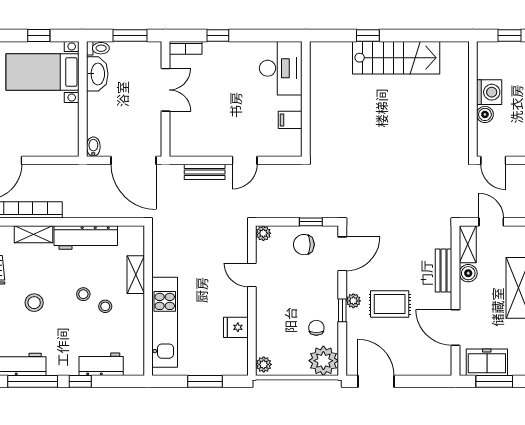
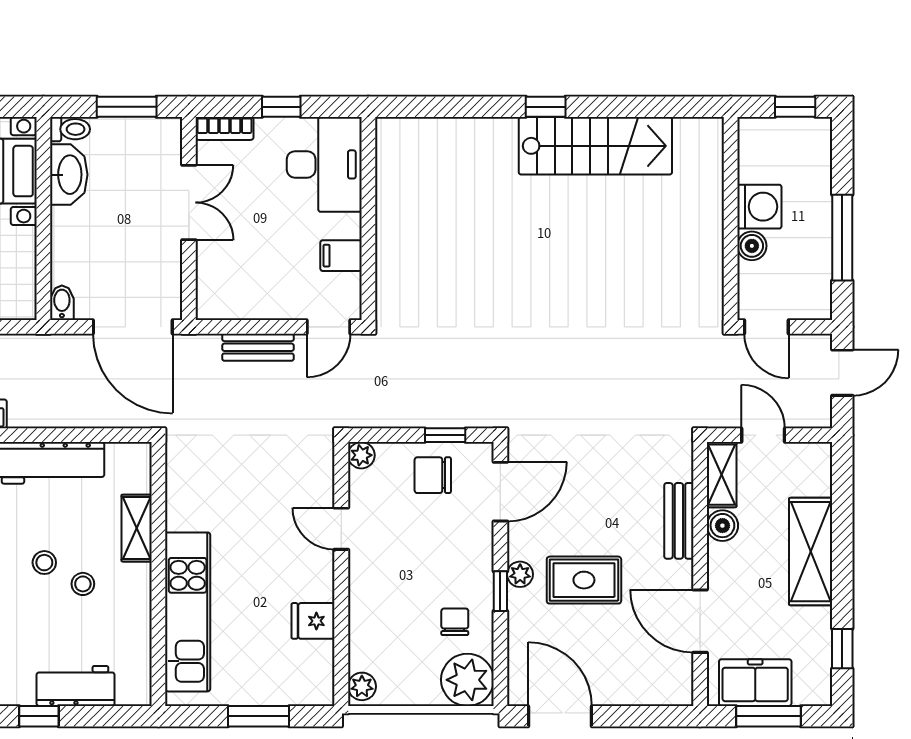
desk: (281, 68) -> (324, 164), moved
wall: (306, 99) -> (368, 219), moved
filing cabinet: (290, 120) -> (341, 256), moved

